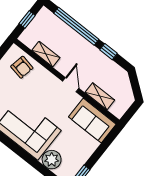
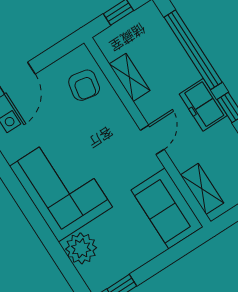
freezer: (93, 55) -> (203, 105), added
shelving: (100, 96) -> (202, 189), moved

